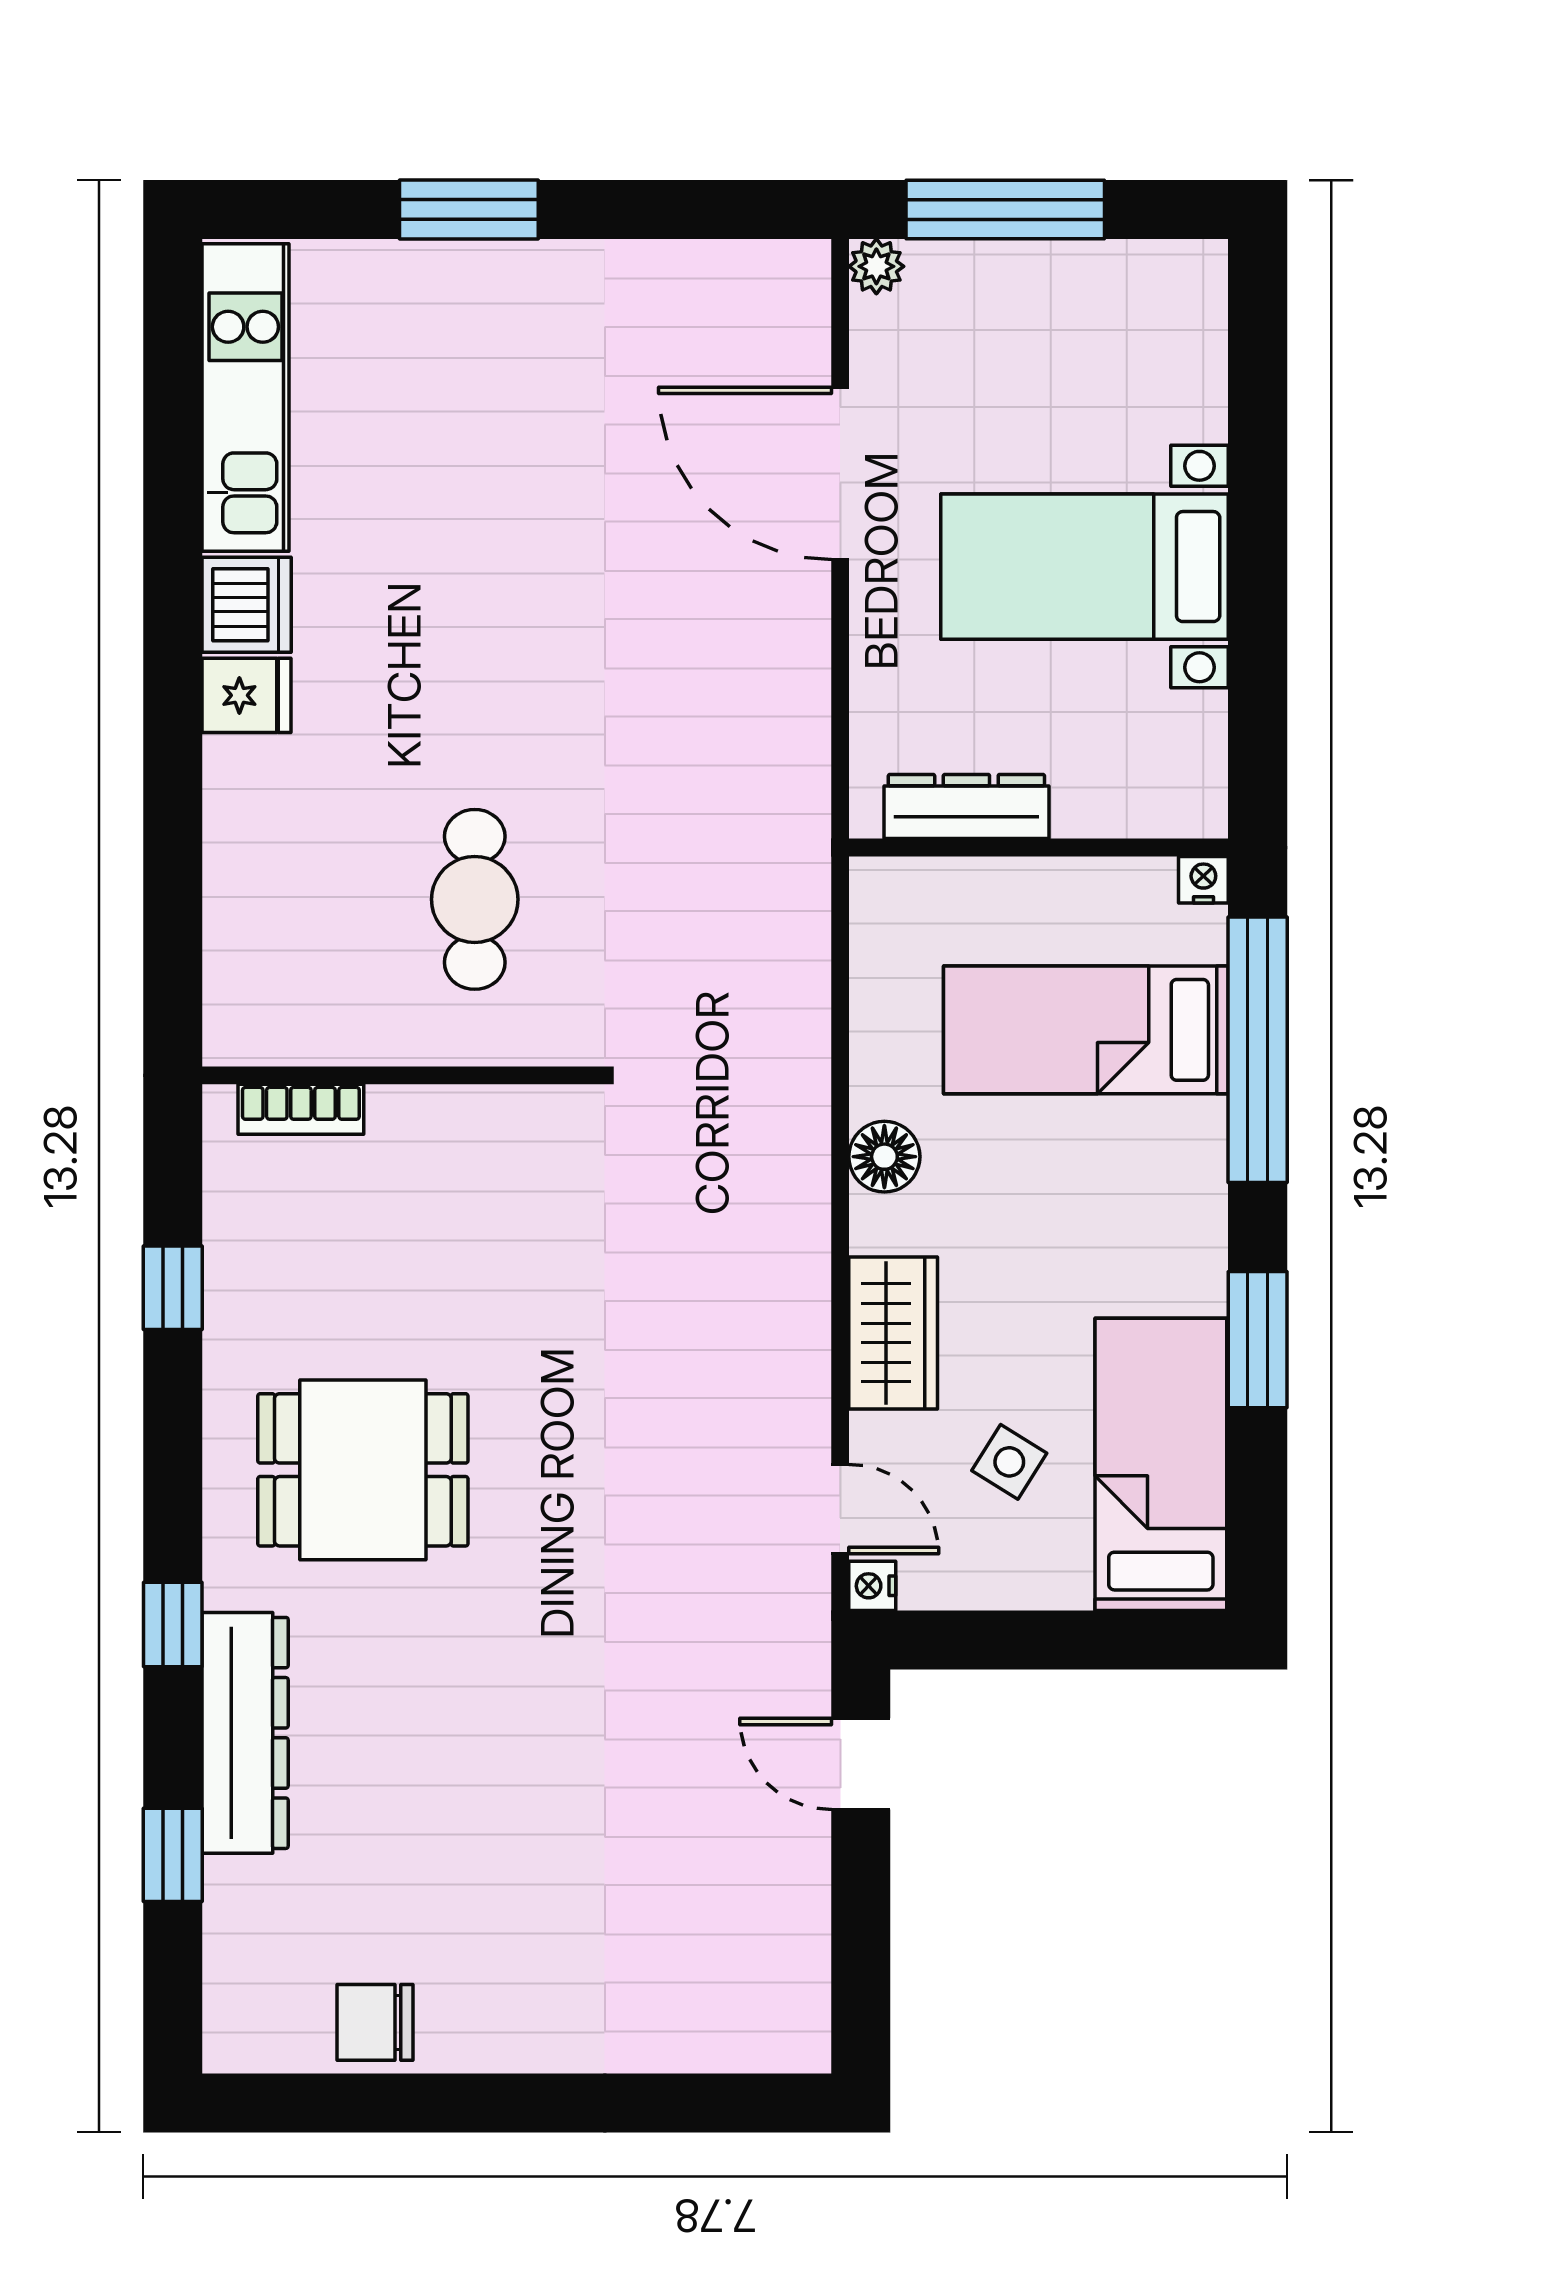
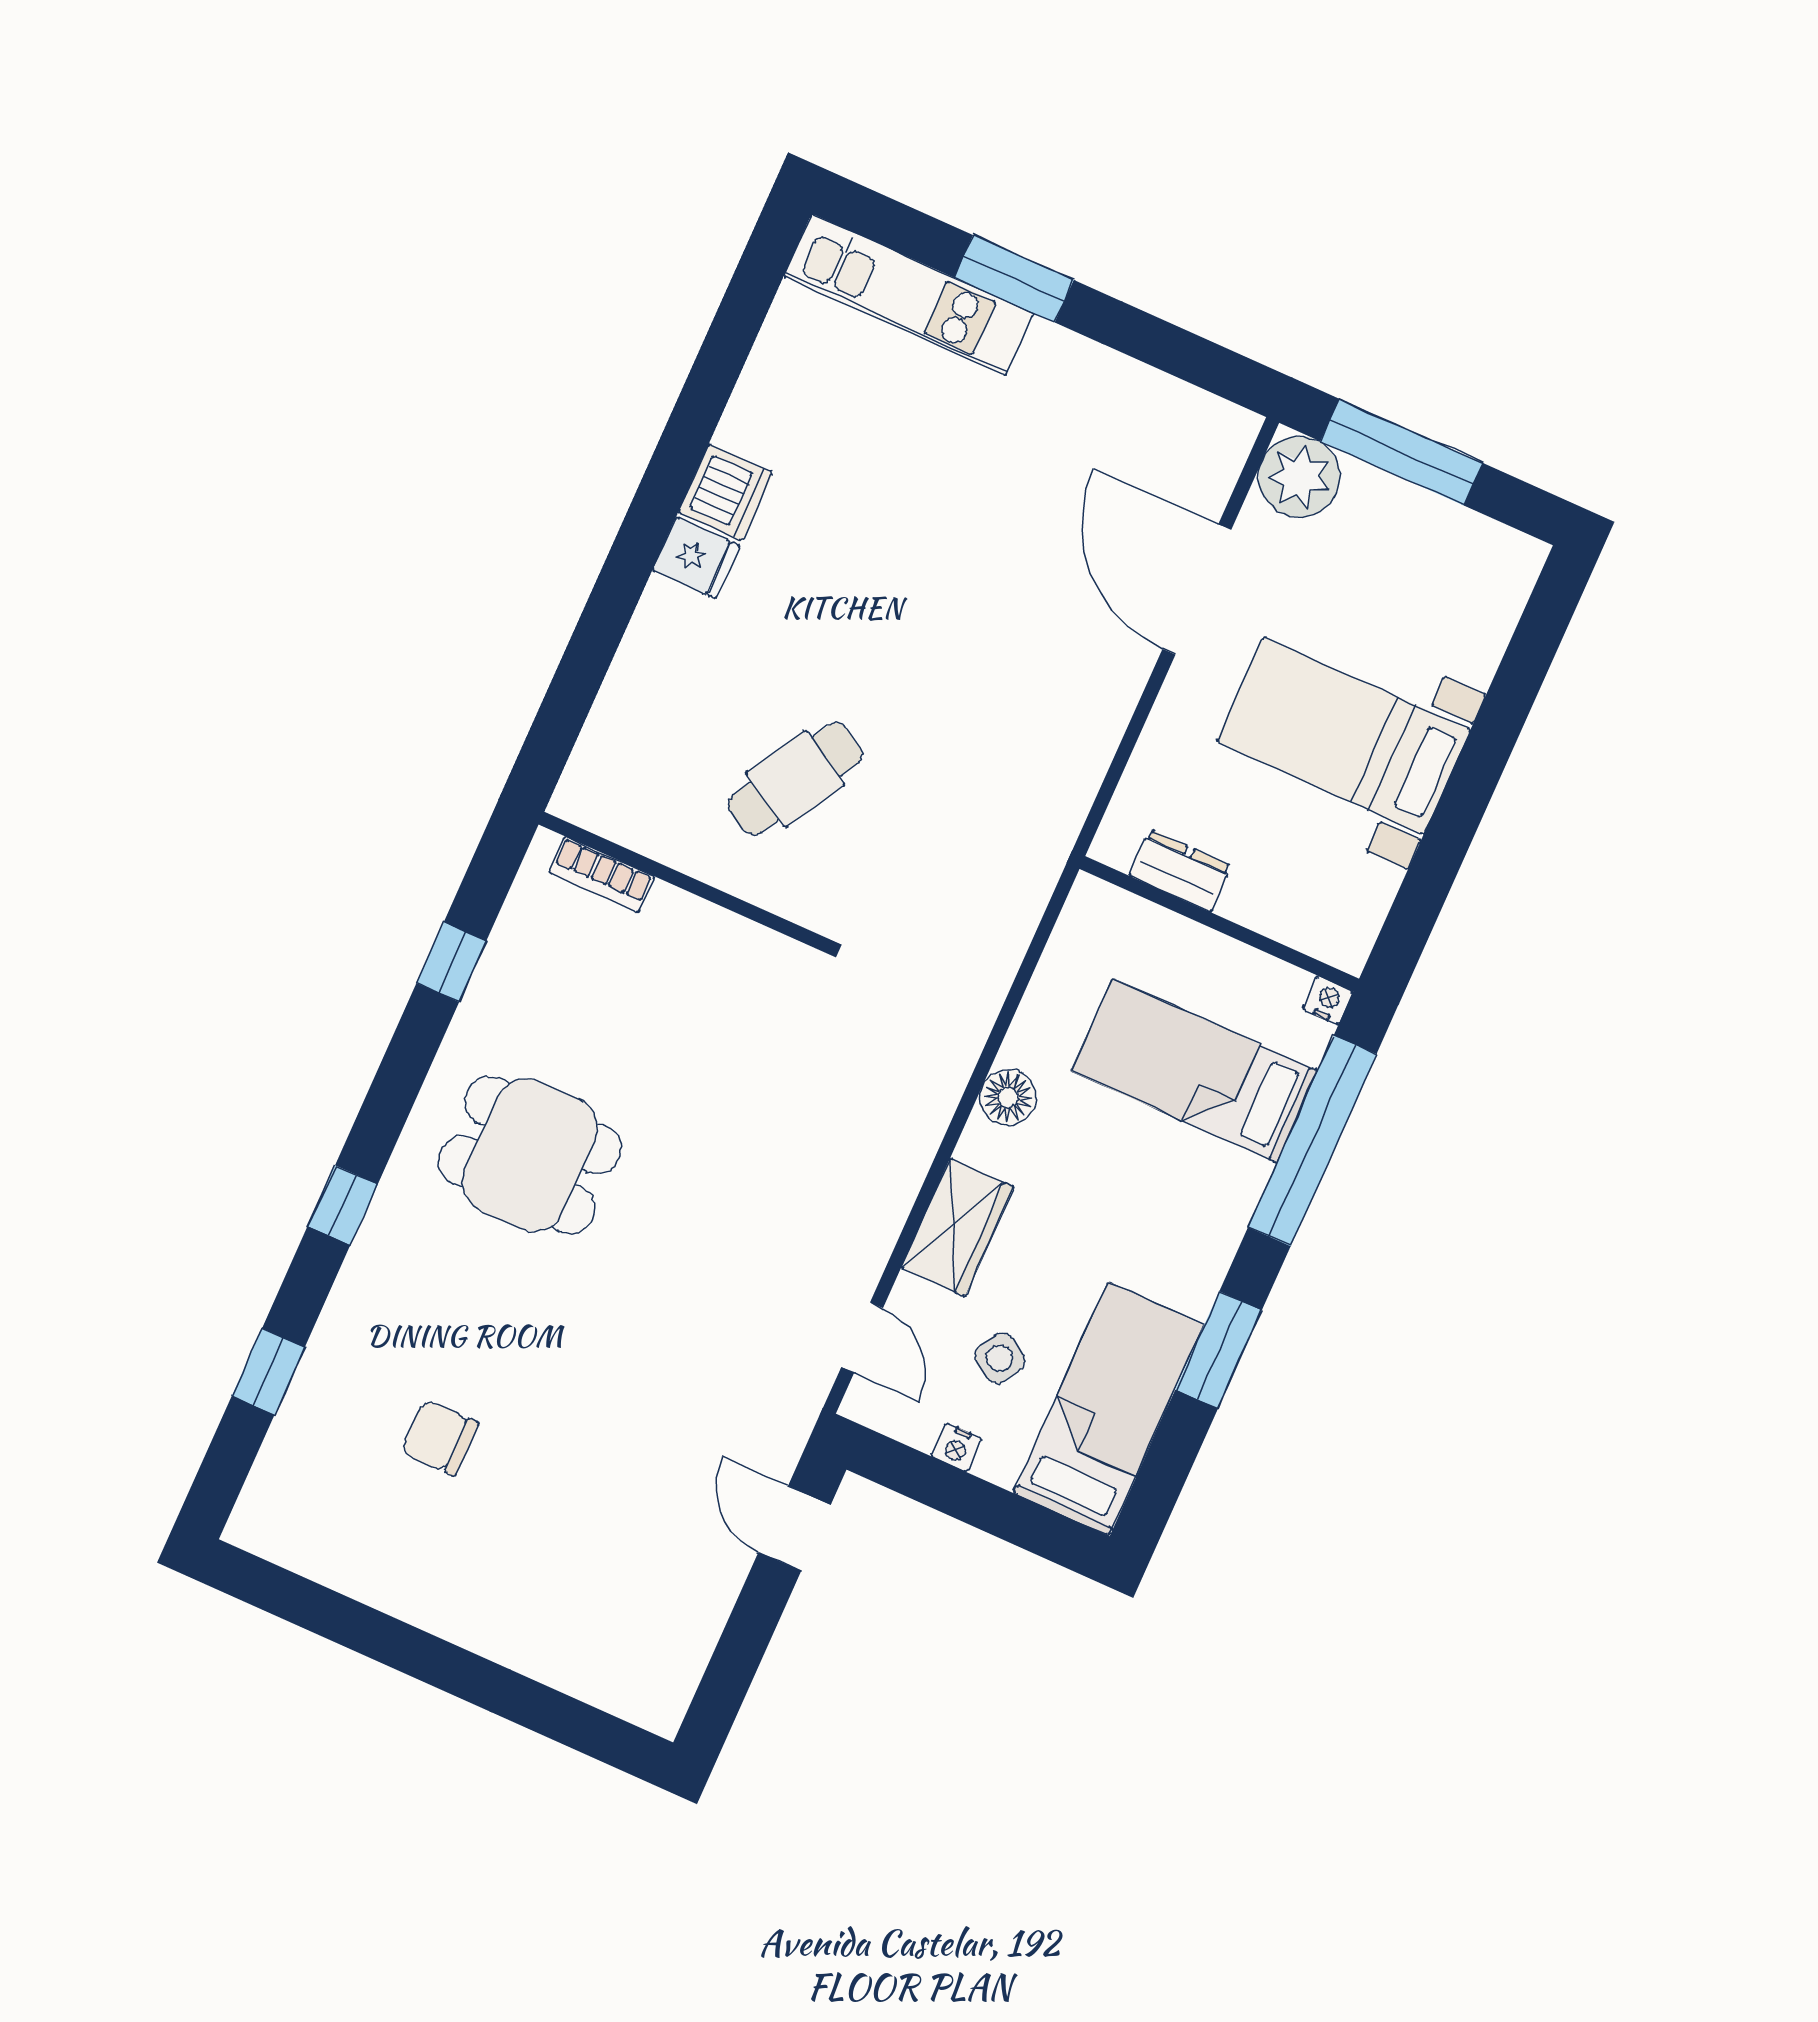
plant: (876, 266) -> (1299, 477), width x1.87, depth x1.87
kitchen unit: (245, 397) -> (909, 295), moved, turned 90
dresser: (966, 806) -> (1180, 871), width x0.70
cafe table: (475, 899) -> (795, 779), turned 30
nightstand: (872, 1586) -> (956, 1447), moved, turned -90
dresser: (245, 1733) -> (360, 1307), removed
chair: (375, 2022) -> (440, 1437), moved

